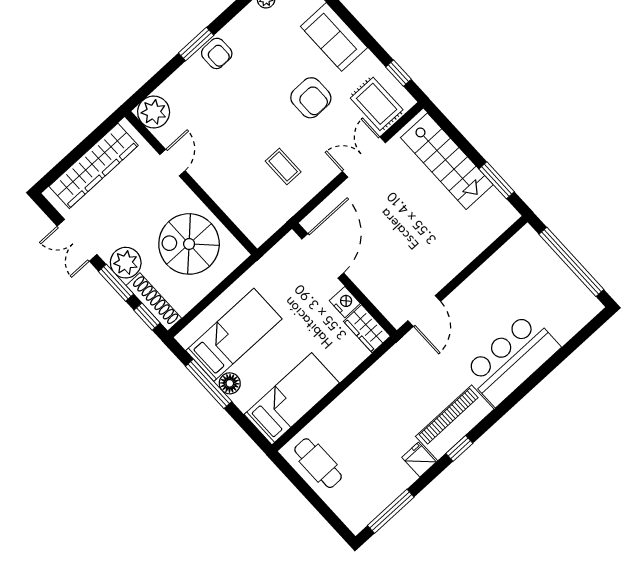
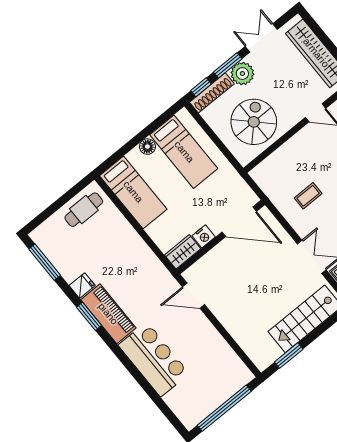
window: (209, 384) -> (148, 131), removed
window: (459, 448) -> (89, 316), width x1.50

